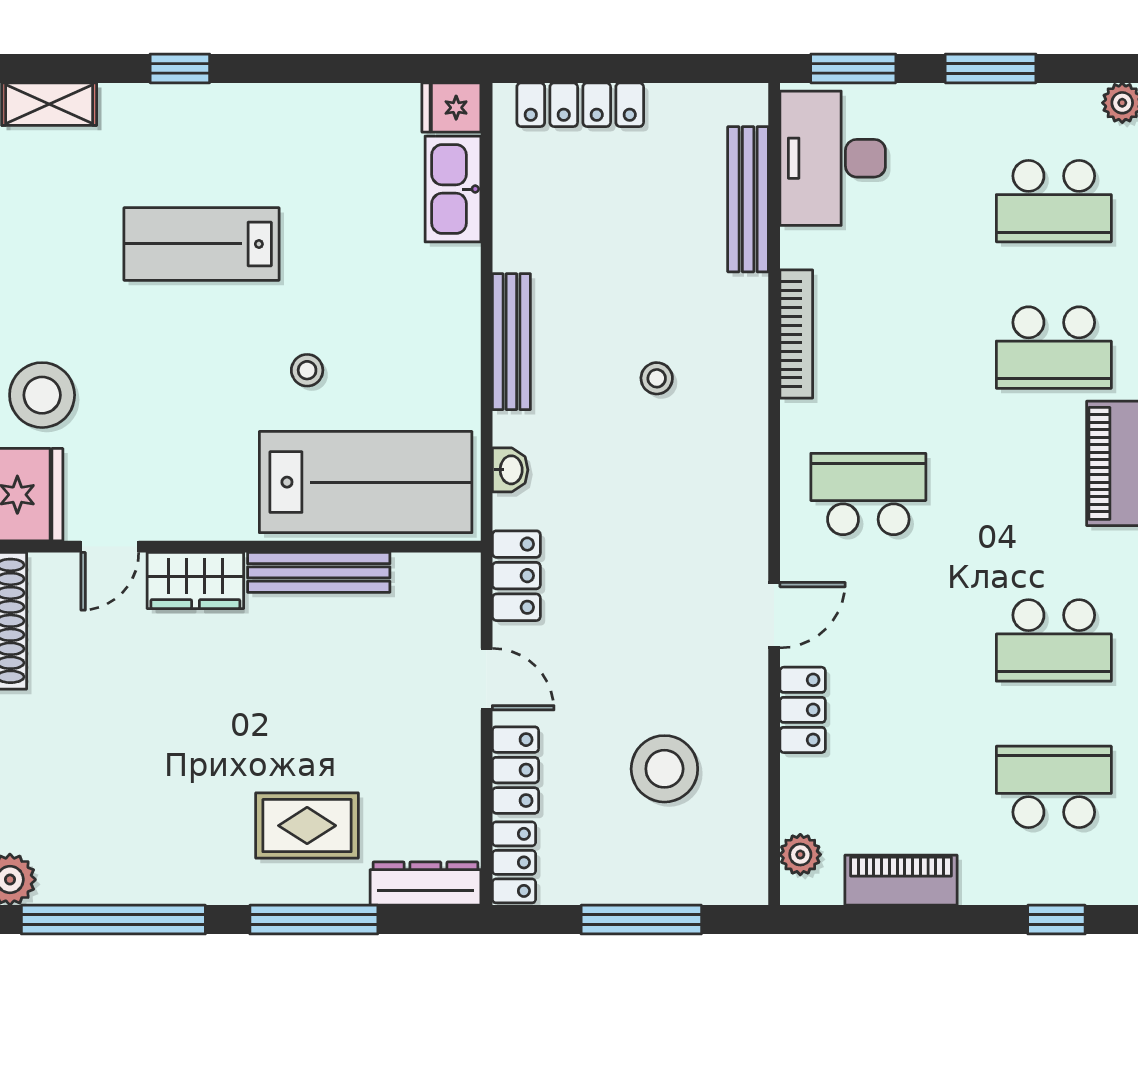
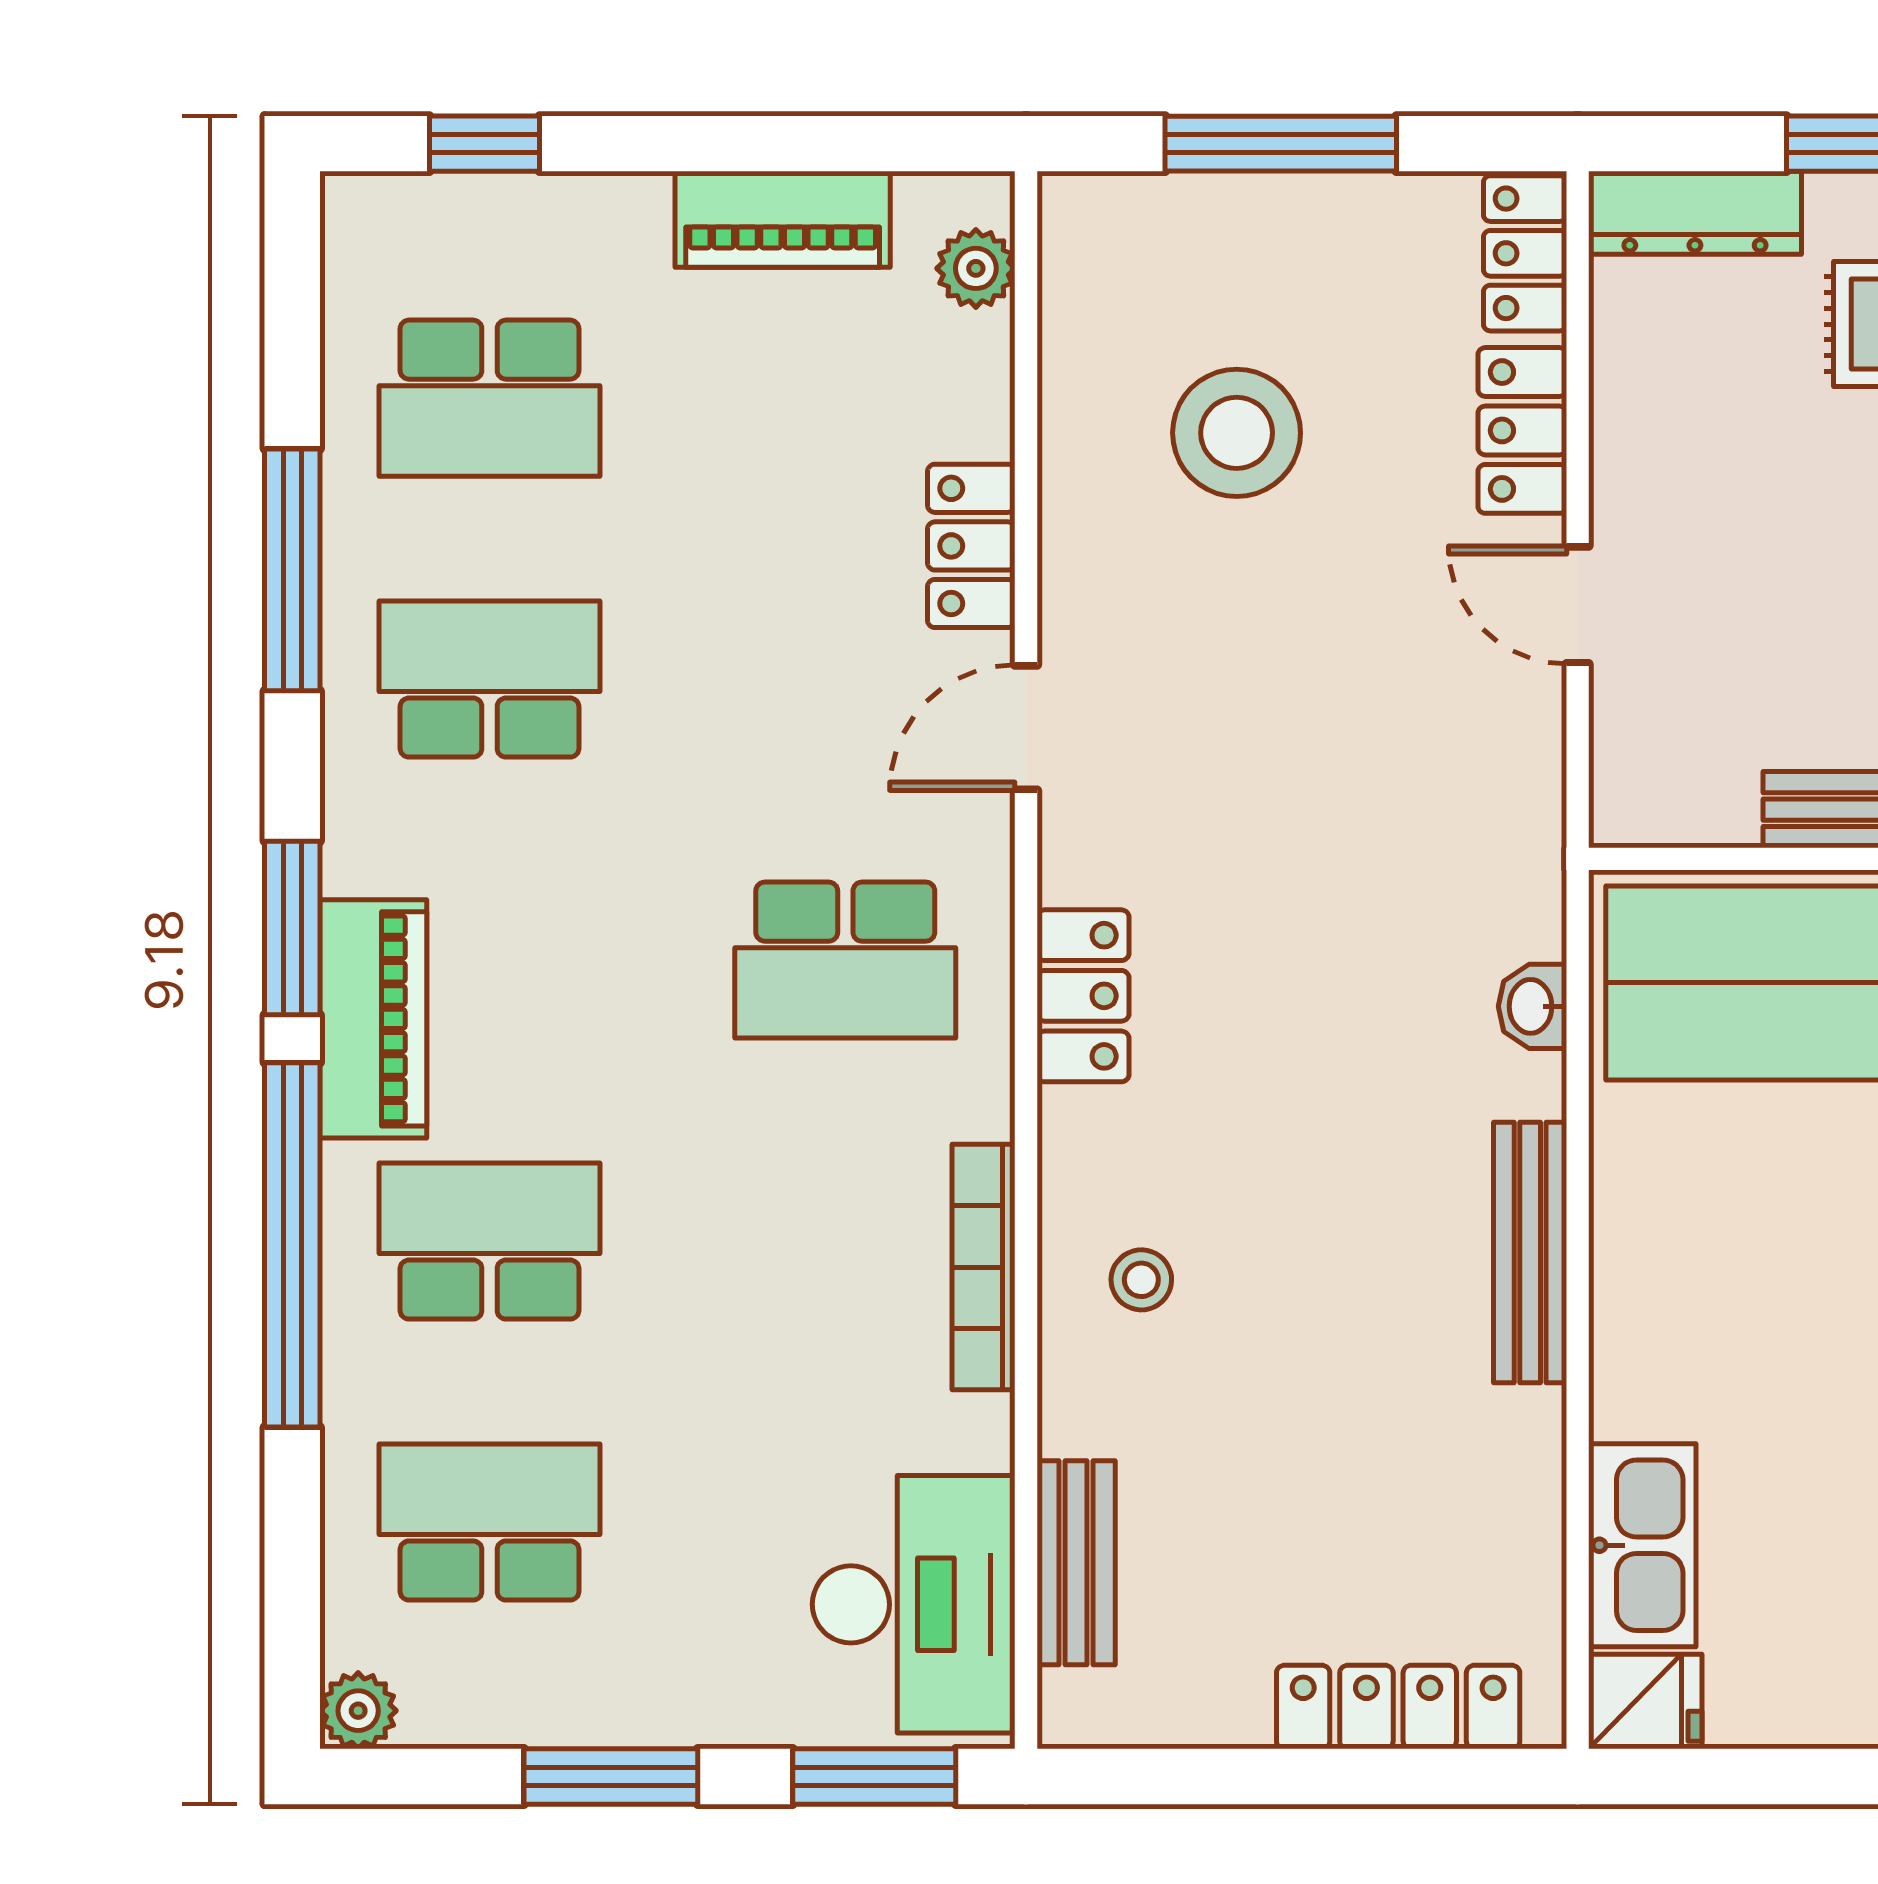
bench: (748, 199) -> (1076, 1563), width x0.73
stool: (657, 378) -> (1141, 1280), moved
locker: (516, 576) -> (1083, 996), moved, turned 180

